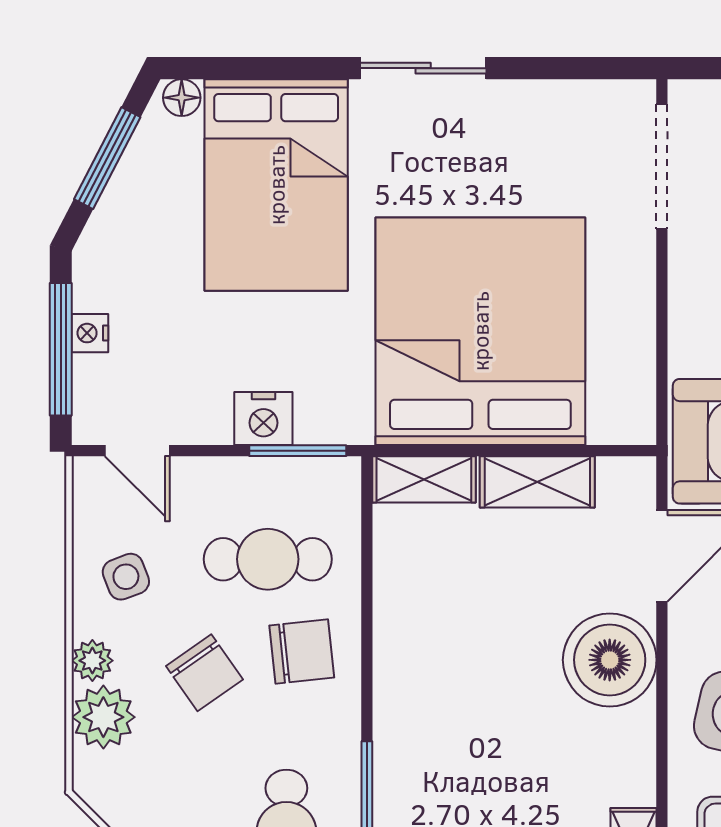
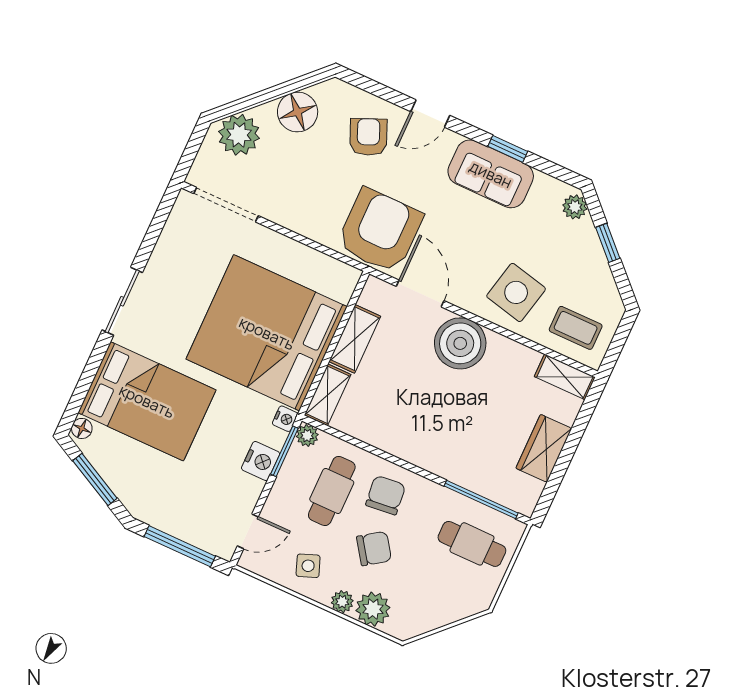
nightstand: (90, 333) -> (285, 419), moved, turned -90
plant: (341, 476) -> (307, 436), added

